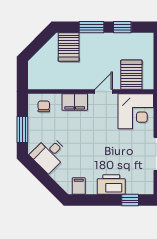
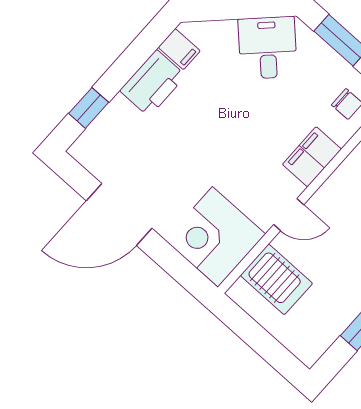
door: (104, 91) -> (289, 215), hinge flipped
printer: (111, 185) -> (153, 83), moved

